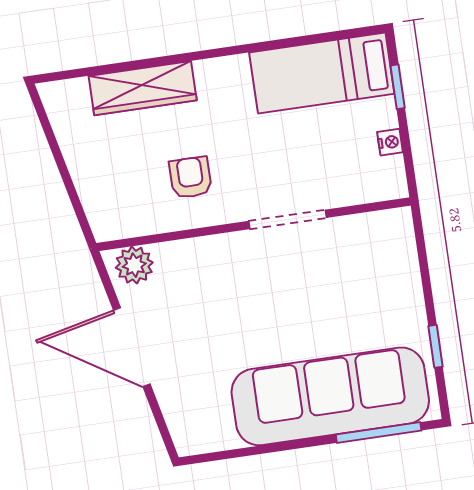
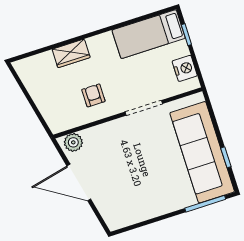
wardrobe: (143, 88) -> (71, 53), width x0.67
nightstand: (390, 142) -> (185, 68), width x1.89, depth x1.79
sofa: (330, 396) -> (202, 152), moved, turned -90

